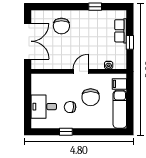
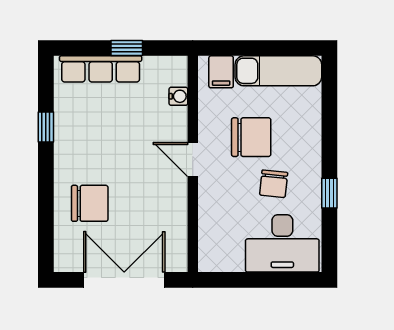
row of seats: (121, 31) -> (101, 69), width x1.48
desk: (44, 107) -> (282, 243), width x1.37

